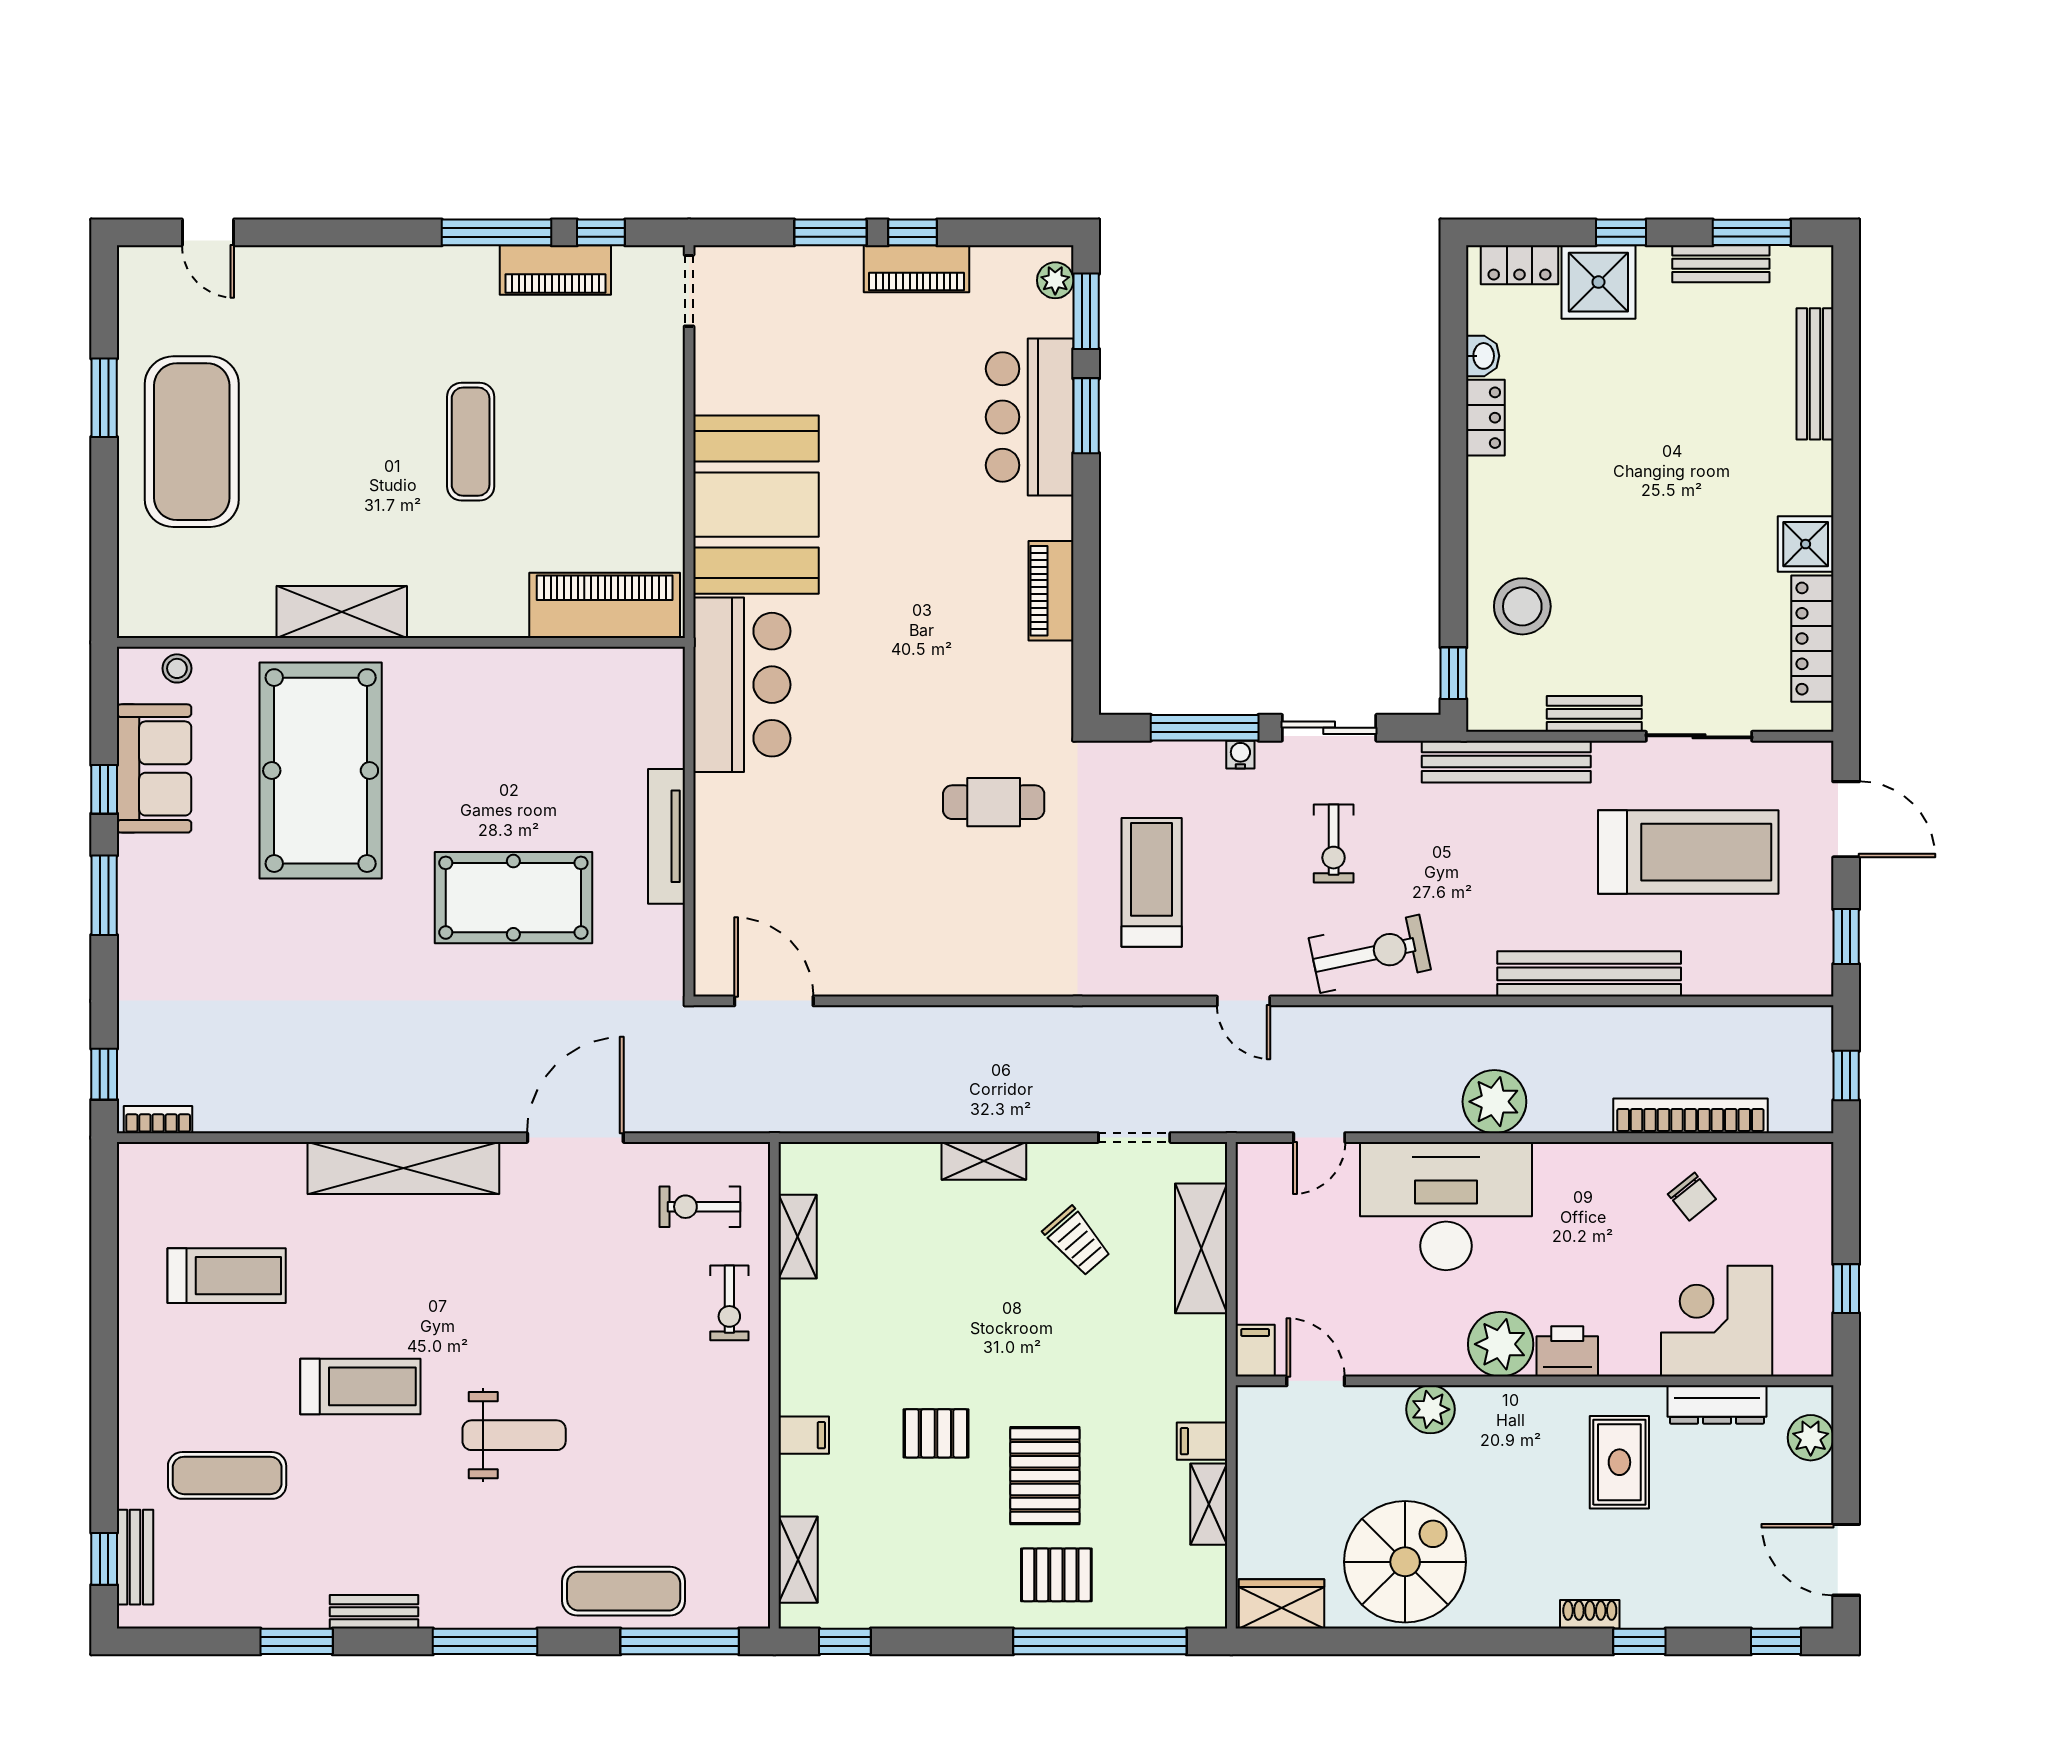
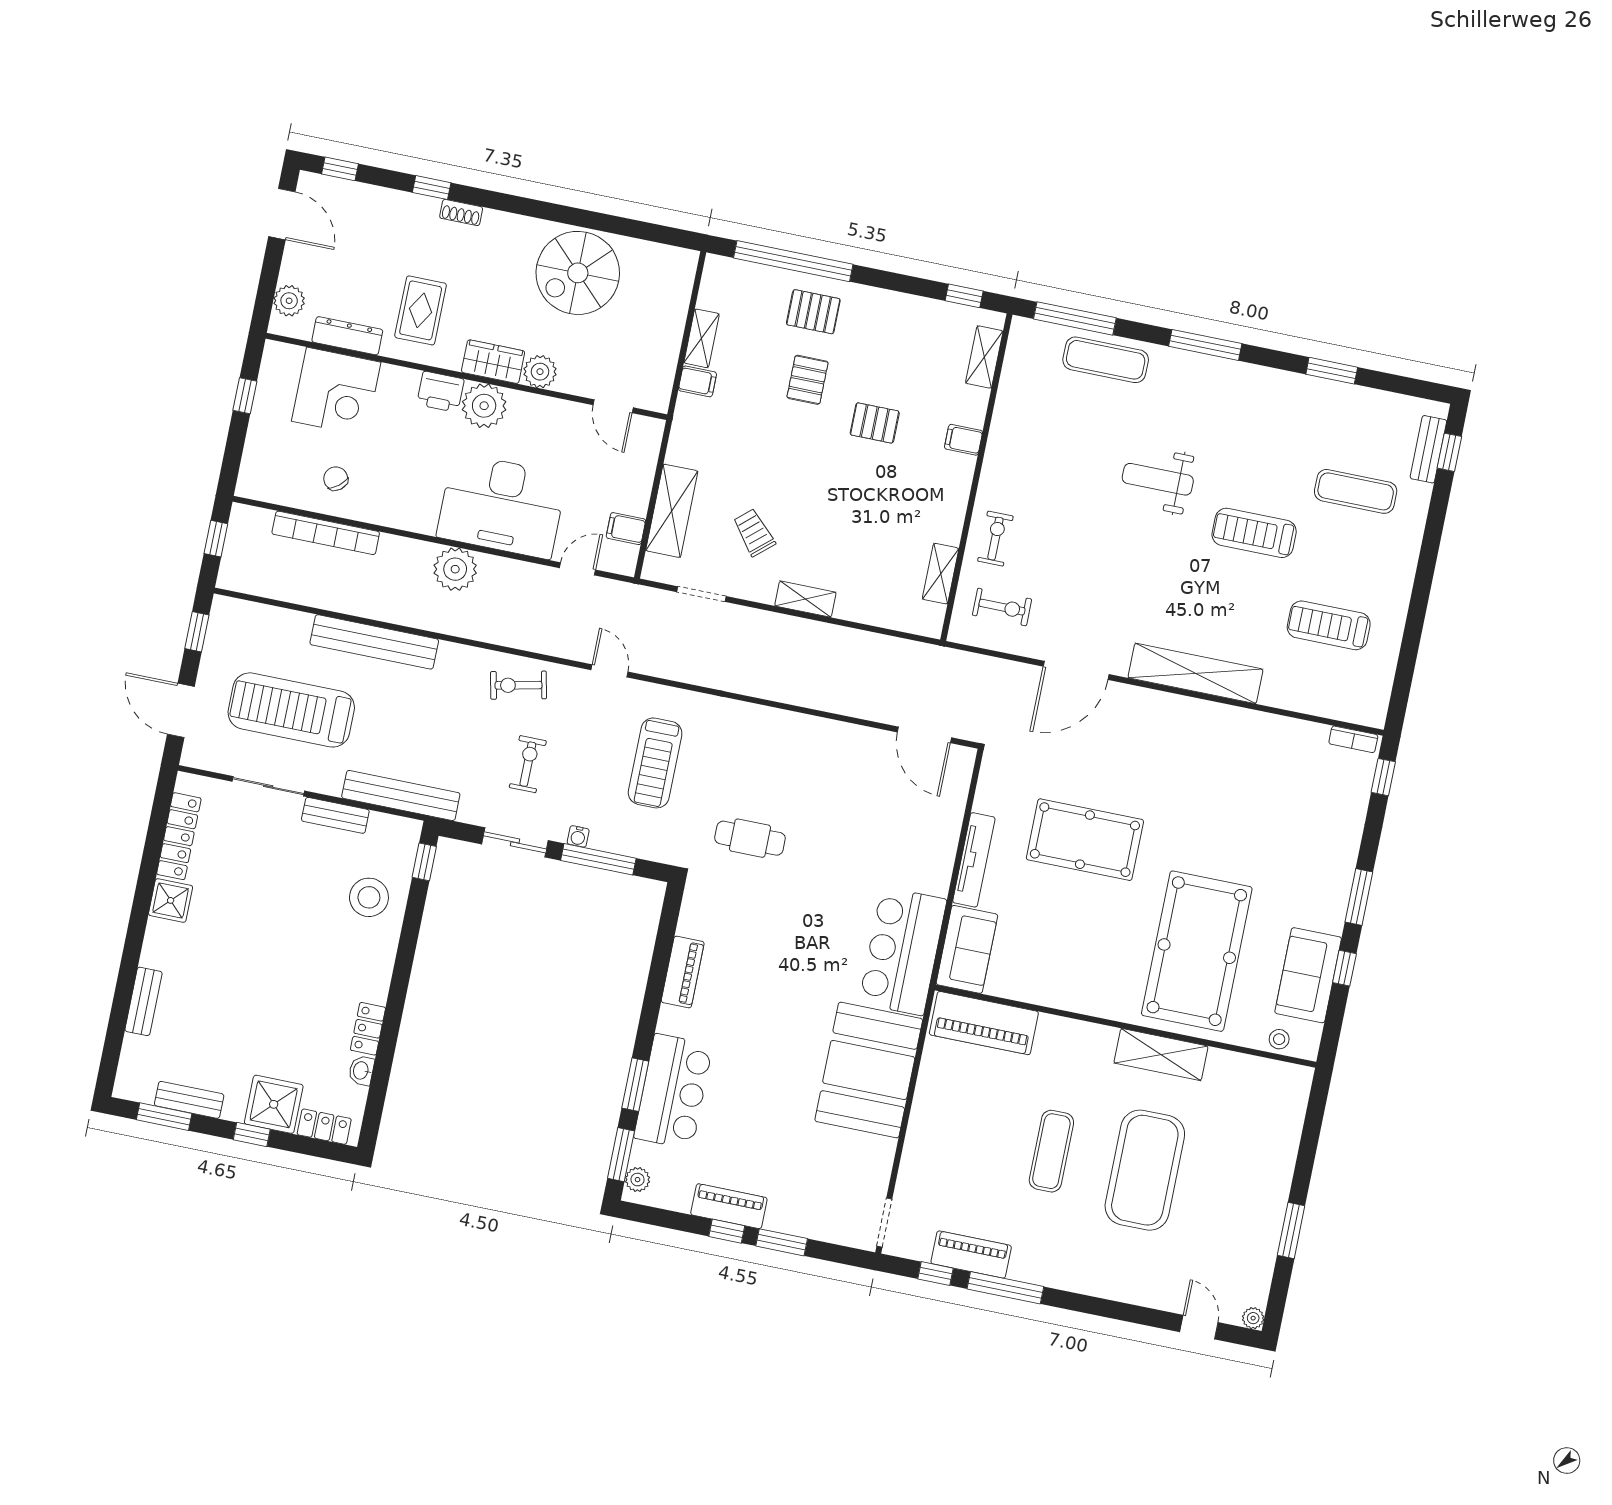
plant: (133, 261) -> (1253, 1318), added
bench: (1815, 374) -> (143, 1001), width x0.73
exercise mat: (192, 442) -> (1145, 1170), moved
sofa: (650, 706) -> (967, 949), added
exercise bike: (1370, 954) -> (518, 685), width x0.73, depth x0.72
filing cabinet: (1255, 1351) -> (626, 529), moved, turned 90
pallet: (1045, 1476) -> (808, 380), width x0.67, depth x0.71
wardrobe: (1282, 1604) -> (493, 362), moved, turned 180
bench: (374, 1612) -> (1276, 380), removed

